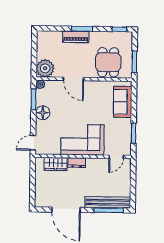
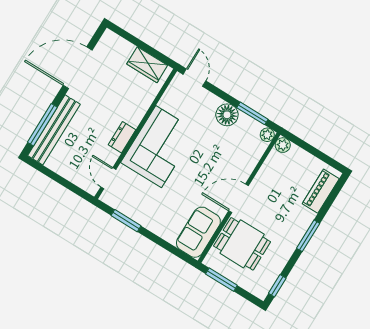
piano: (76, 37) -> (321, 191), moved
plant: (45, 68) -> (283, 145), width x0.53, depth x0.53
door: (74, 79) -> (239, 198), moved
sofa: (123, 102) -> (198, 232), moved, turned -90
dresser: (77, 163) -> (122, 137), moved
wardrobe: (56, 164) -> (147, 65), moved, turned -90

